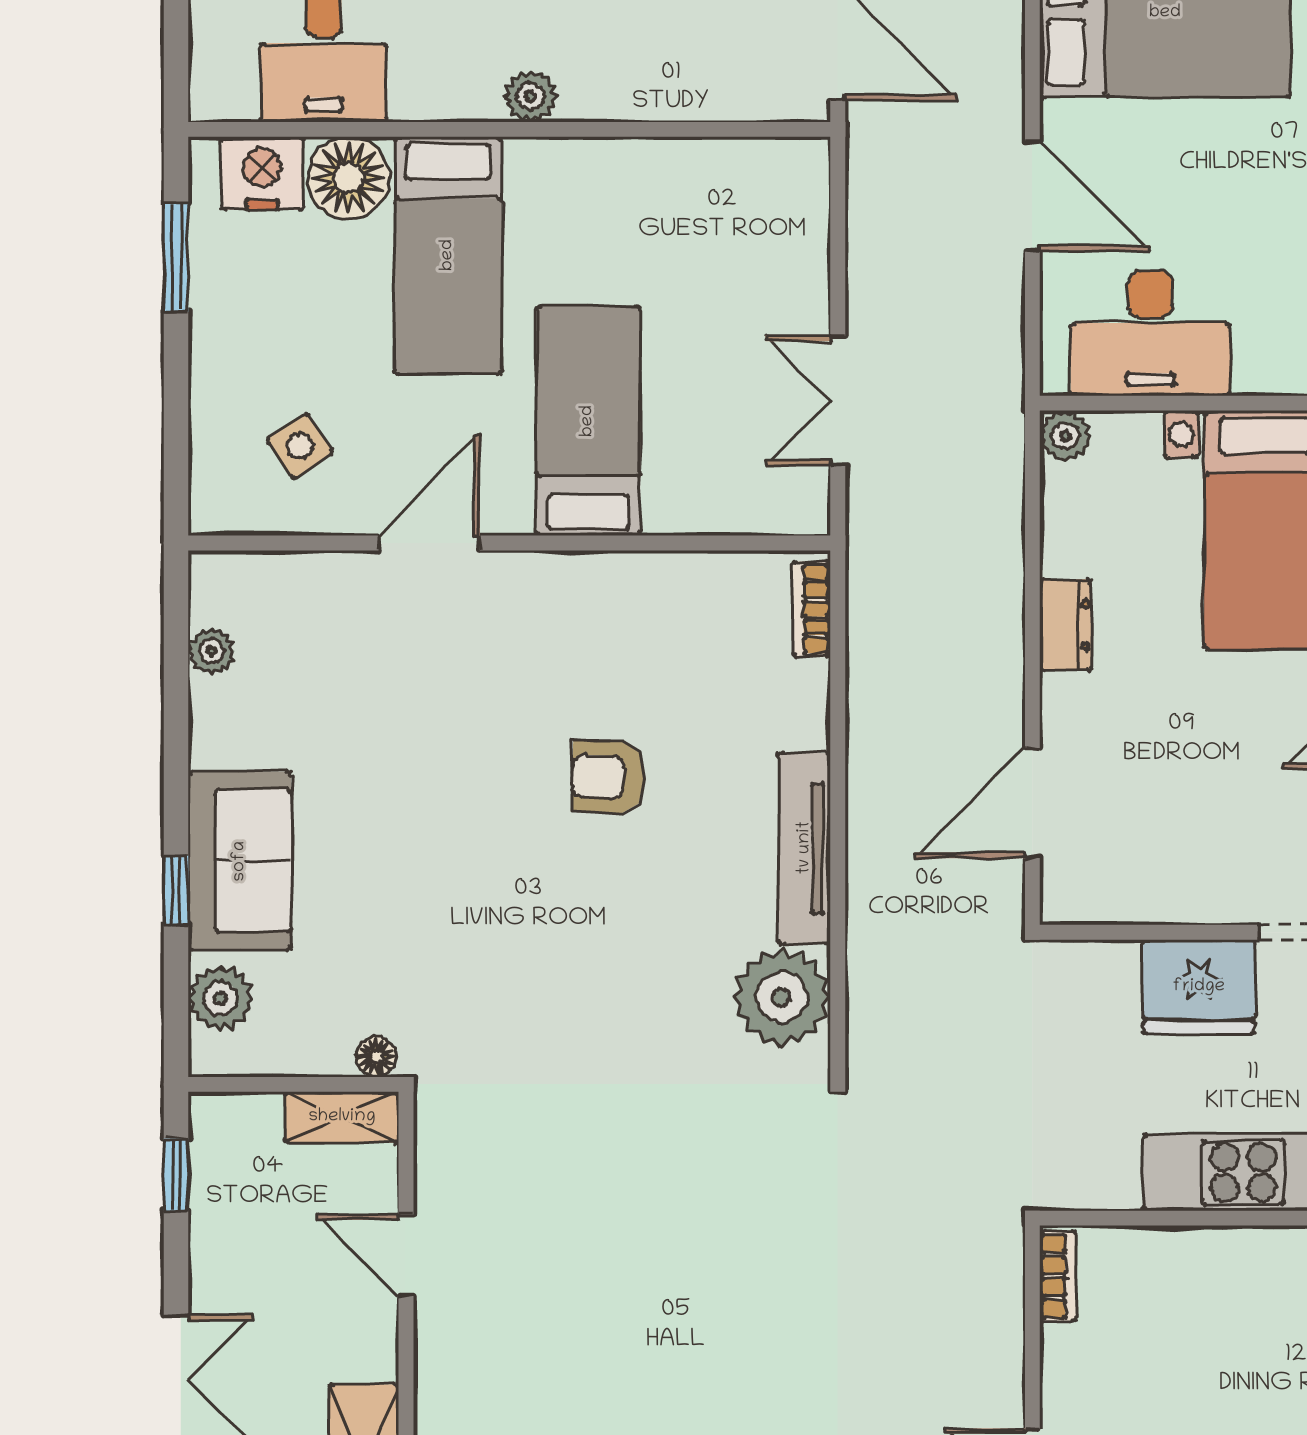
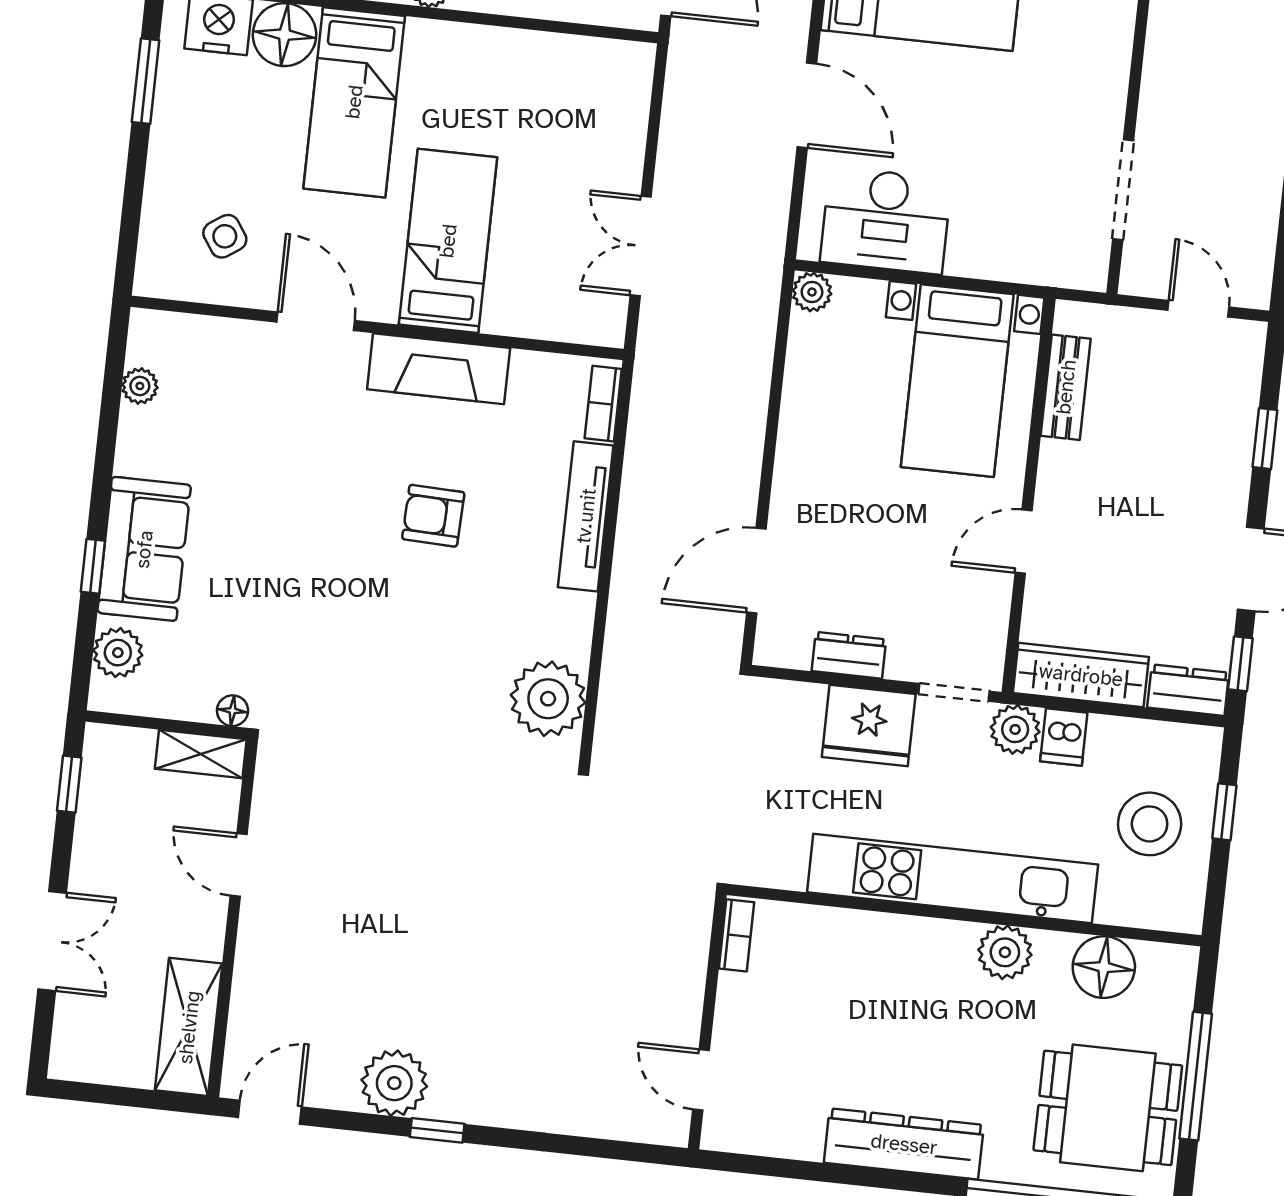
door: (429, 543) -> (316, 321), hinge flipped
fireplace: (594, 587) -> (439, 369), added
dresser: (1066, 625) -> (849, 655), moved, turned -90
tv unit: (805, 848) -> (586, 516), moved

